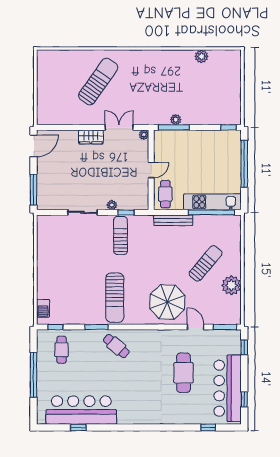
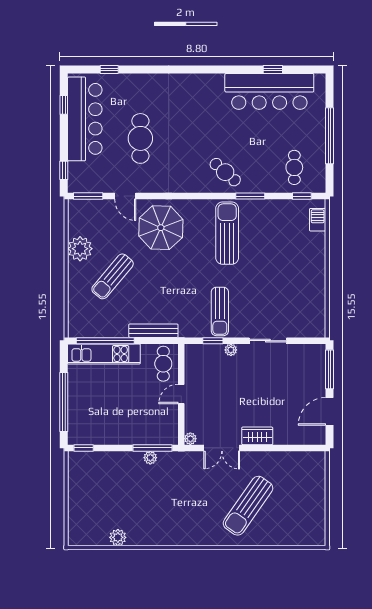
door: (34, 146) -> (330, 411), moved

